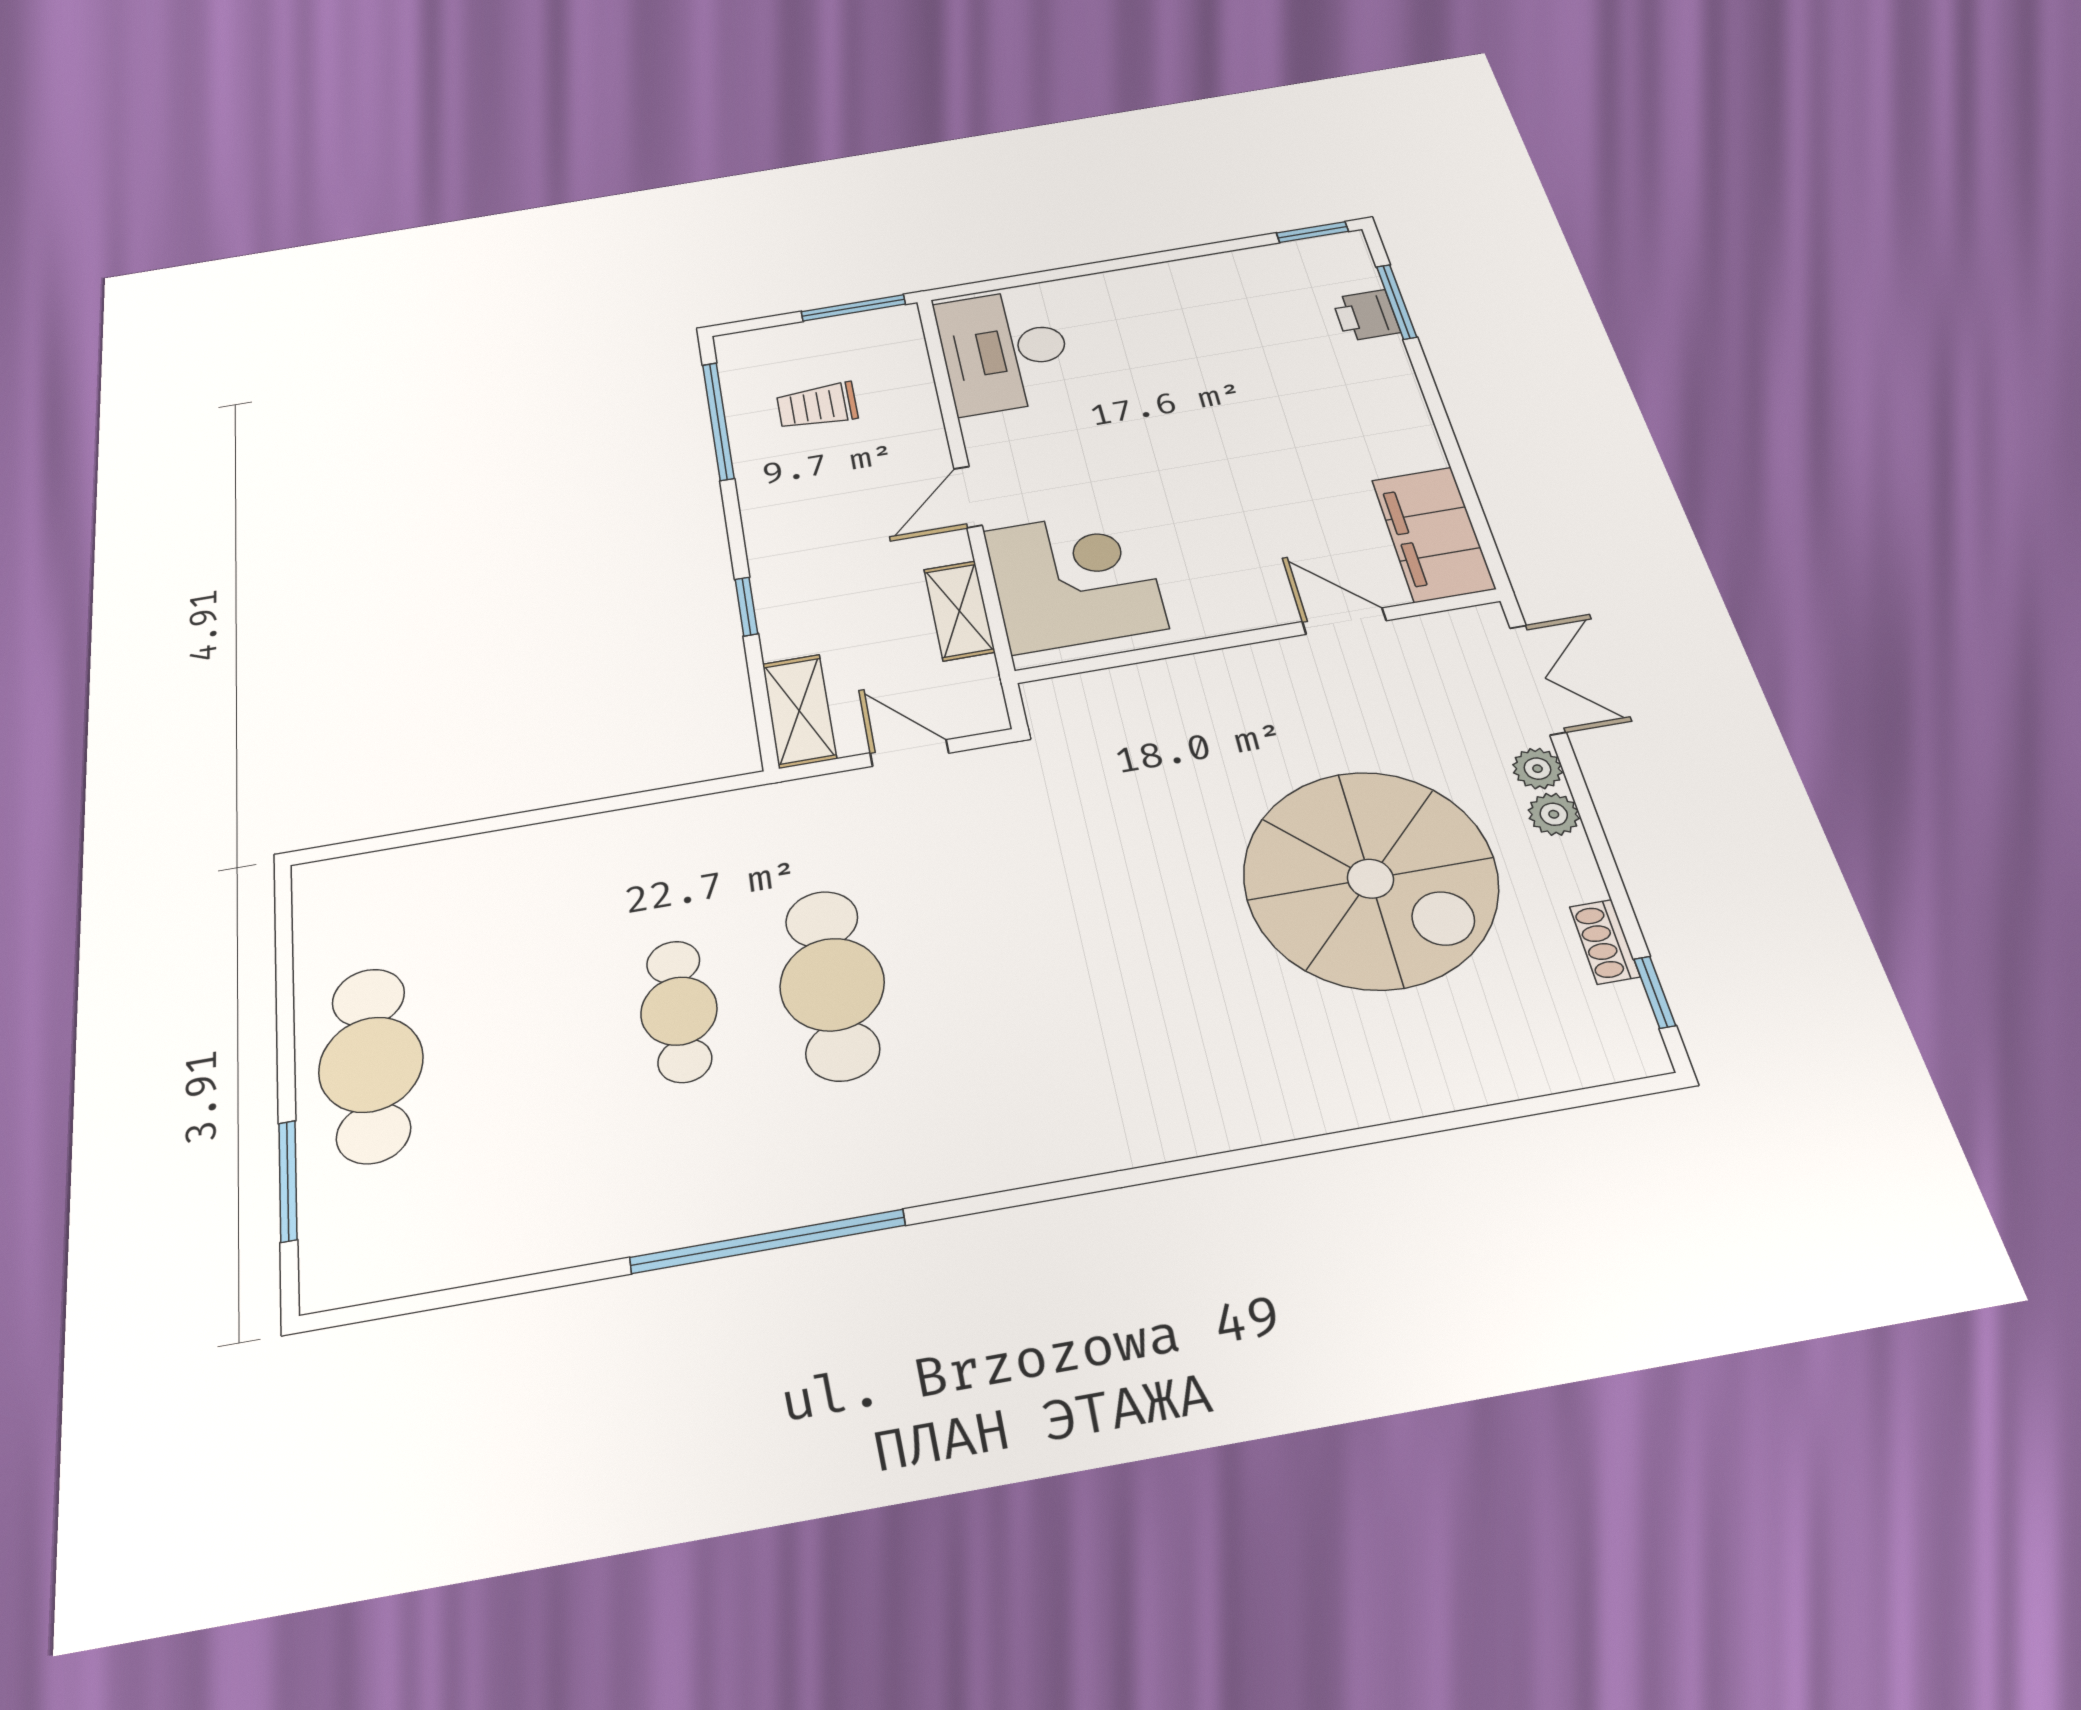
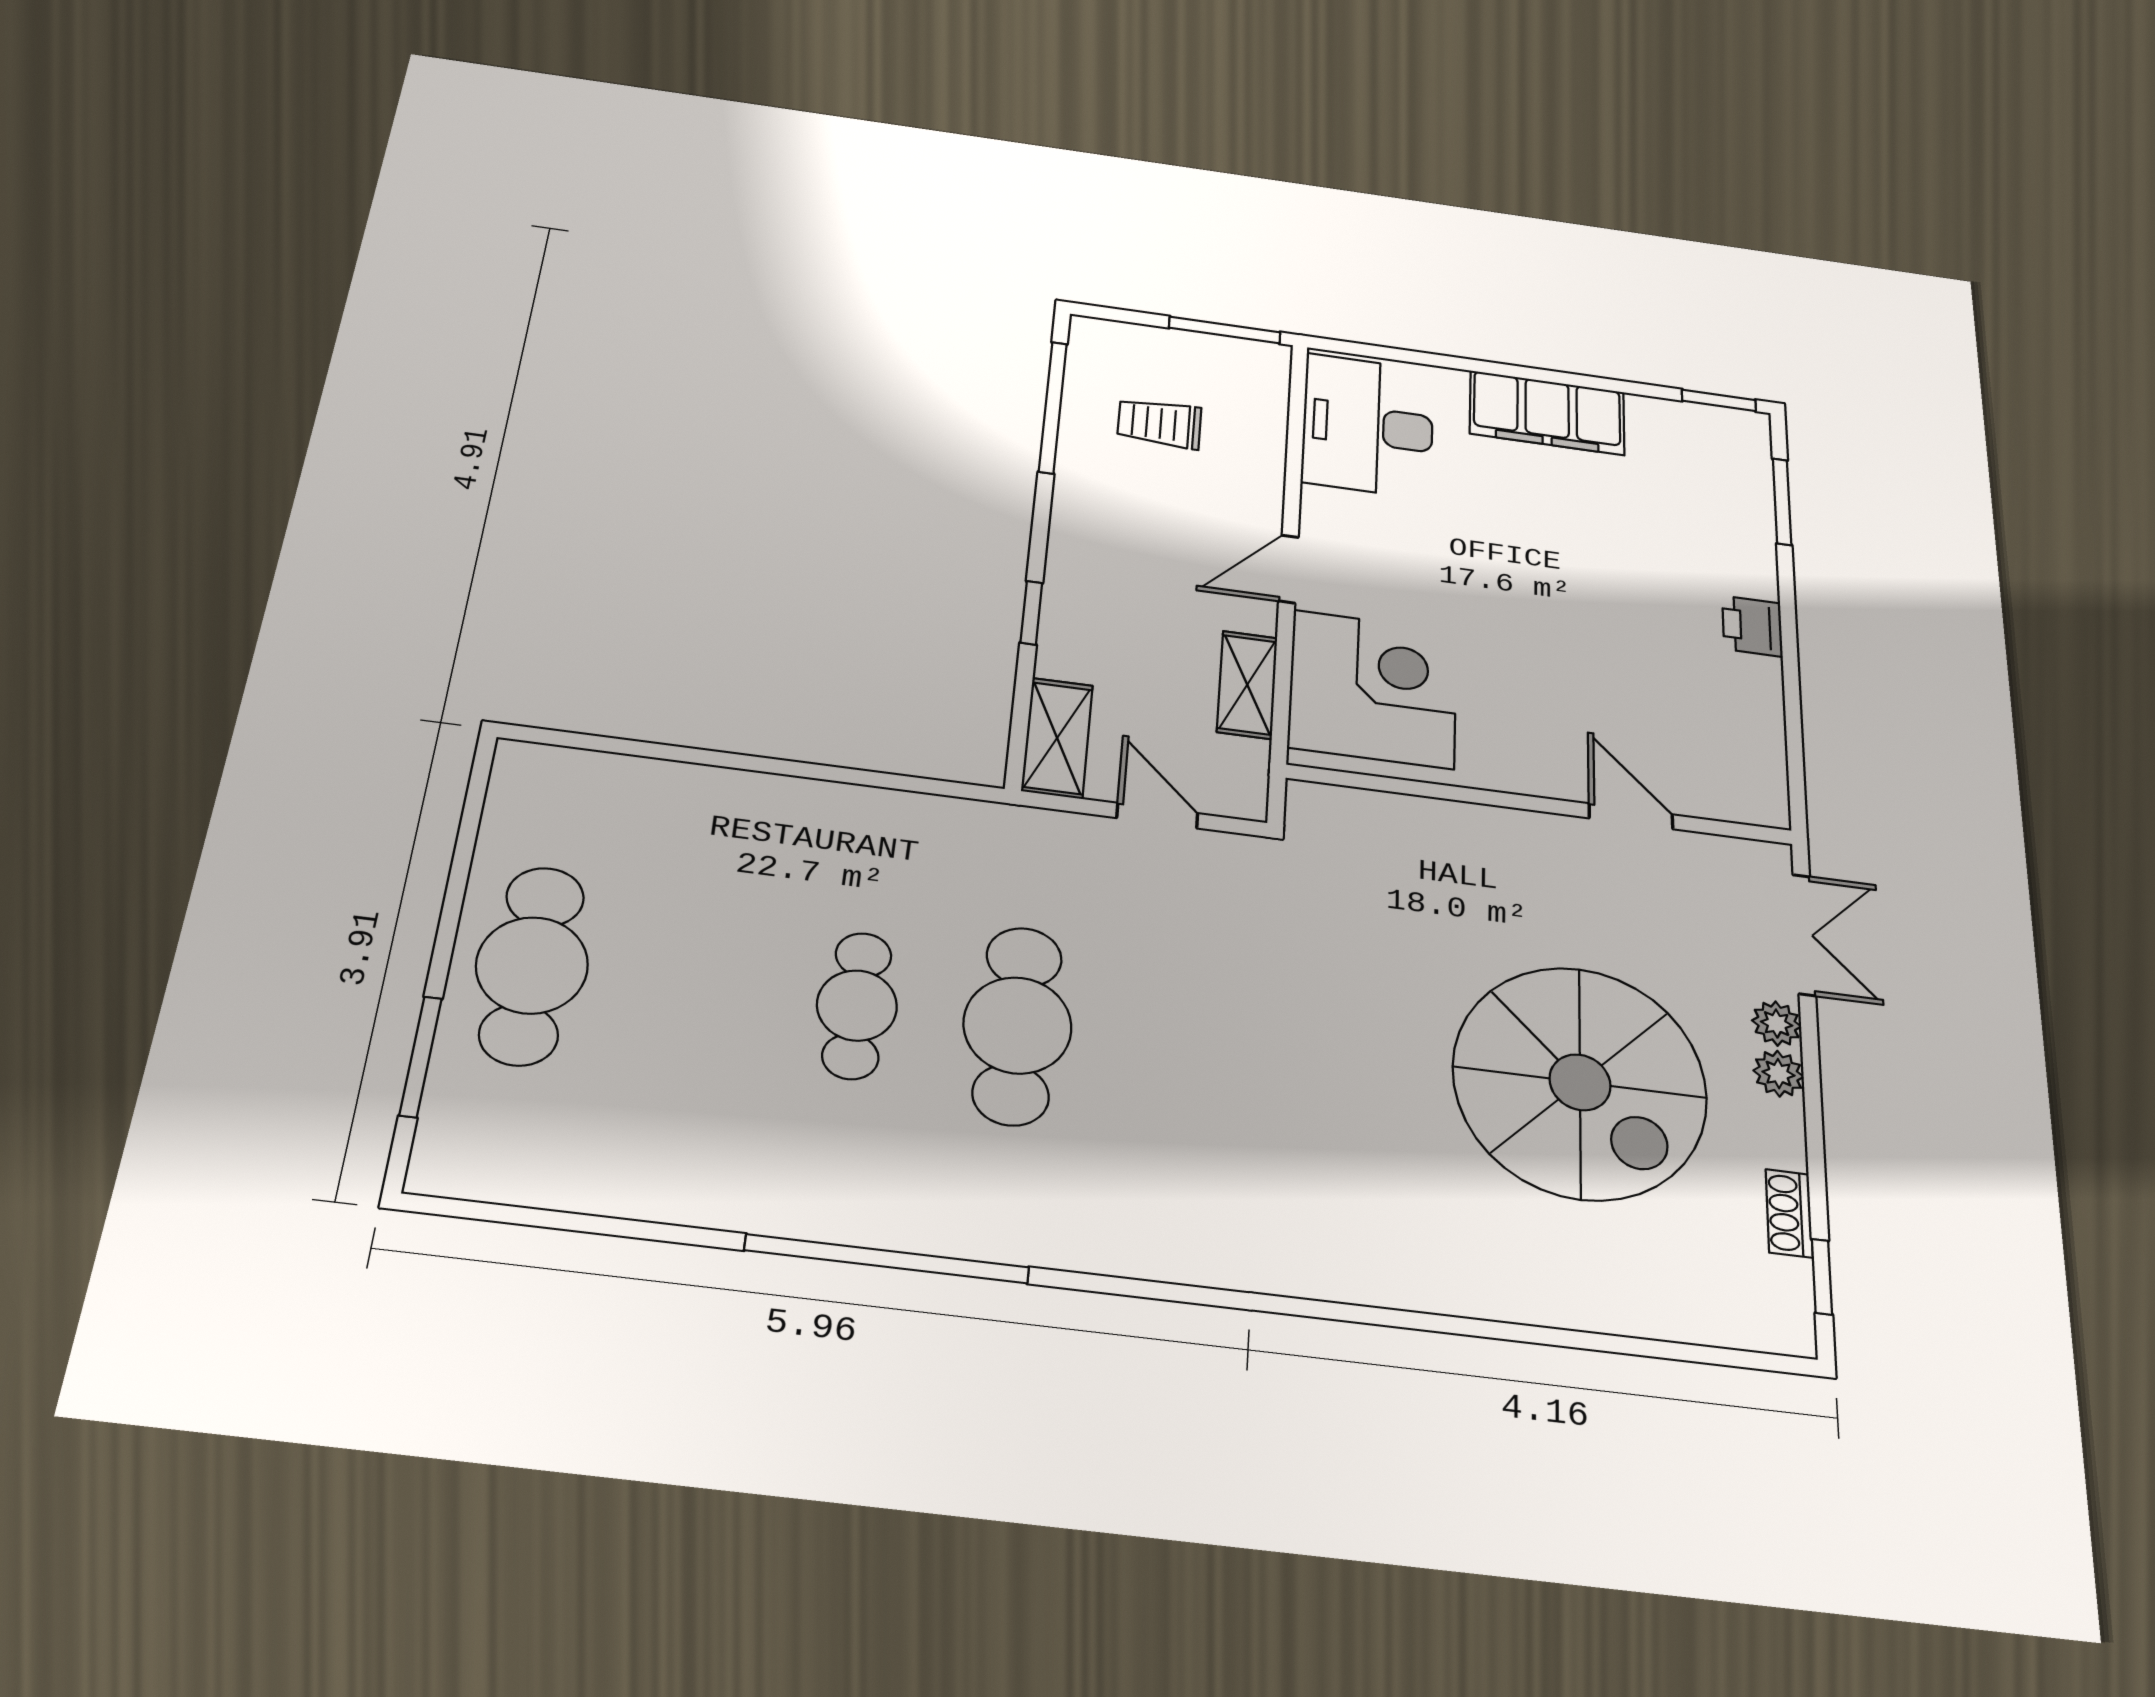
printer: (1366, 315) -> (1752, 626), moved
filing cabinet: (1433, 534) -> (1547, 413), moved, turned -90

